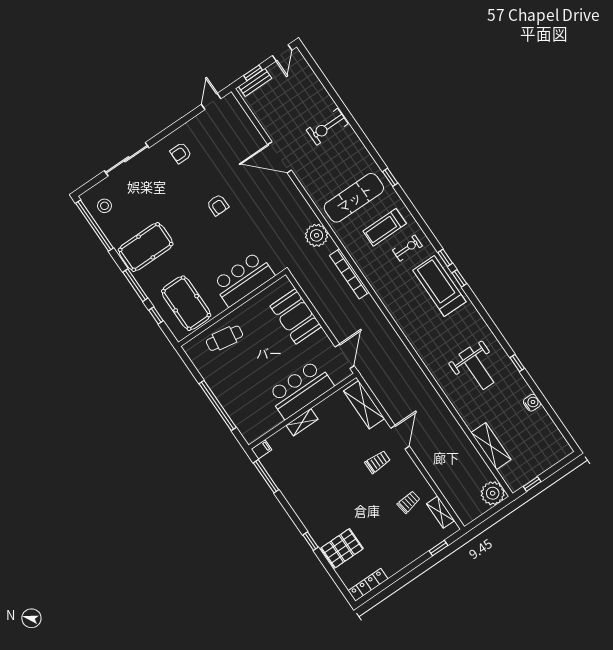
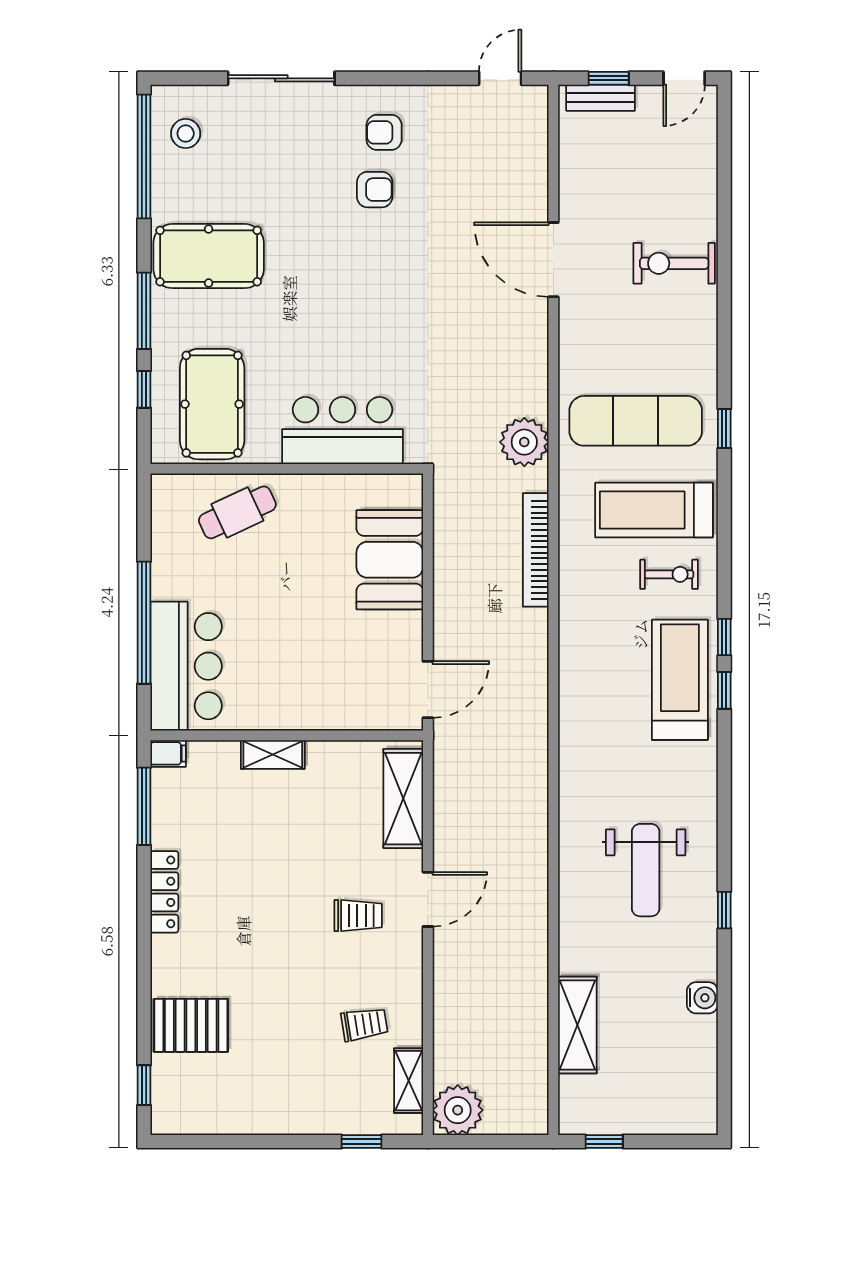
armchair: (218, 205) -> (375, 190), moved, turned -90
treadmill: (385, 227) -> (654, 510), width x1.37, depth x1.38
cafe table: (224, 338) -> (237, 512), turned -34
bar counter: (301, 389) -> (186, 666), moved, turned 90
plant: (493, 493) -> (458, 1110), moved
window: (310, 541) -> (144, 1085), moved
locker: (368, 585) -> (164, 892), moved, turned 90

